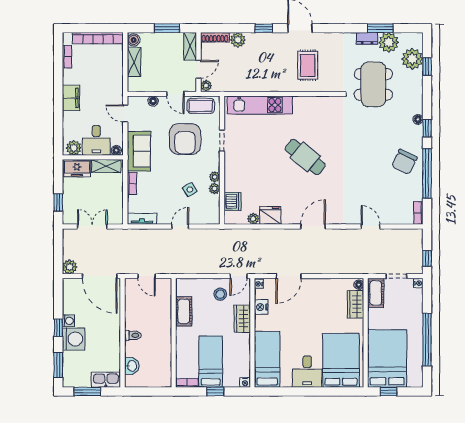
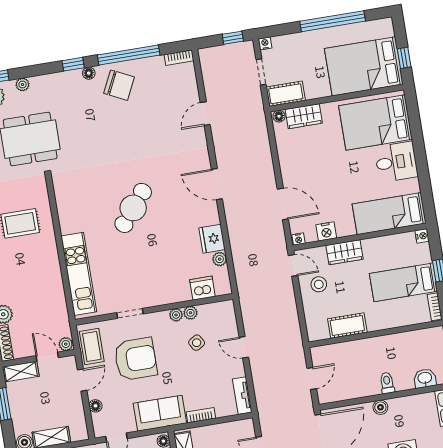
plant: (418, 85) -> (23, 85), added
floor lamp: (418, 119) -> (89, 73), moved
boiler: (115, 327) -> (380, 407), added

